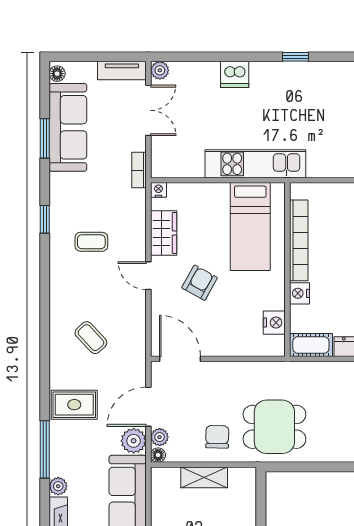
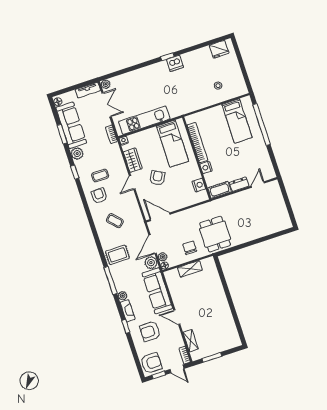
dishwasher: (235, 74) -> (175, 63), moved
kitchen unit: (255, 164) -> (144, 120), moved
plant: (61, 185) -> (77, 154), added
door: (148, 276) -> (132, 183), hinge flipped
armchair: (77, 280) -> (99, 196), added
dining table: (274, 427) -> (215, 234), turned 90

